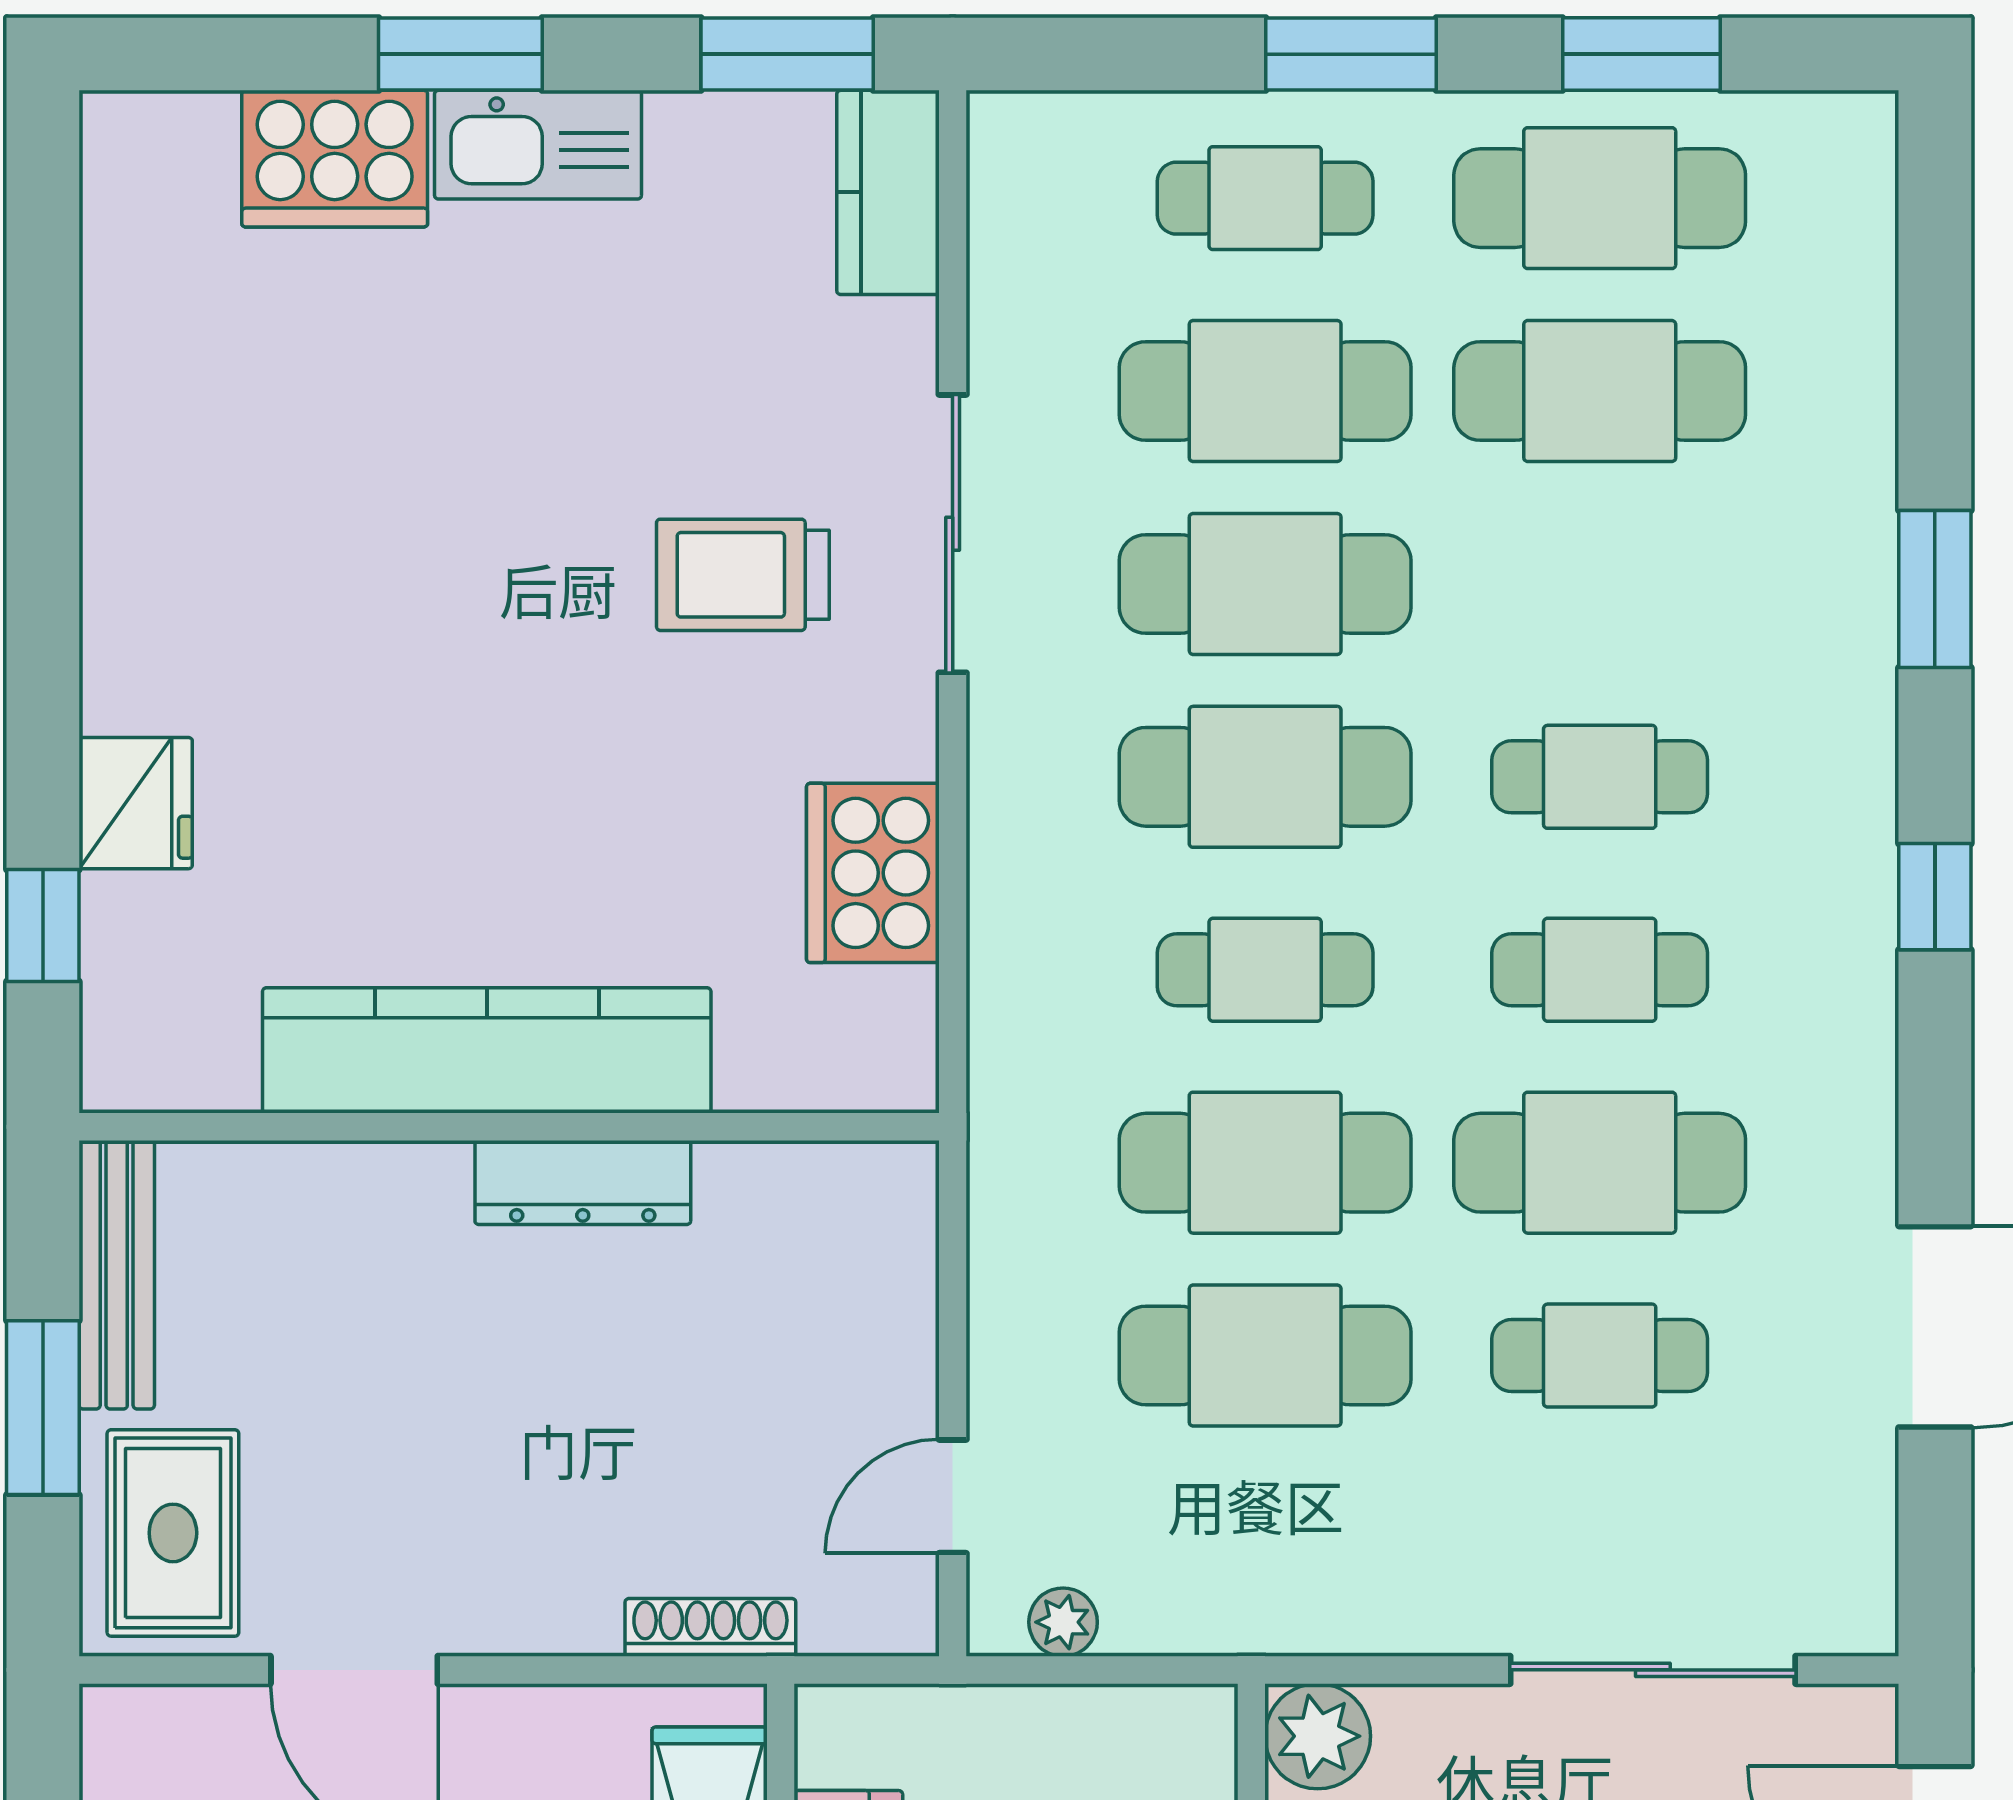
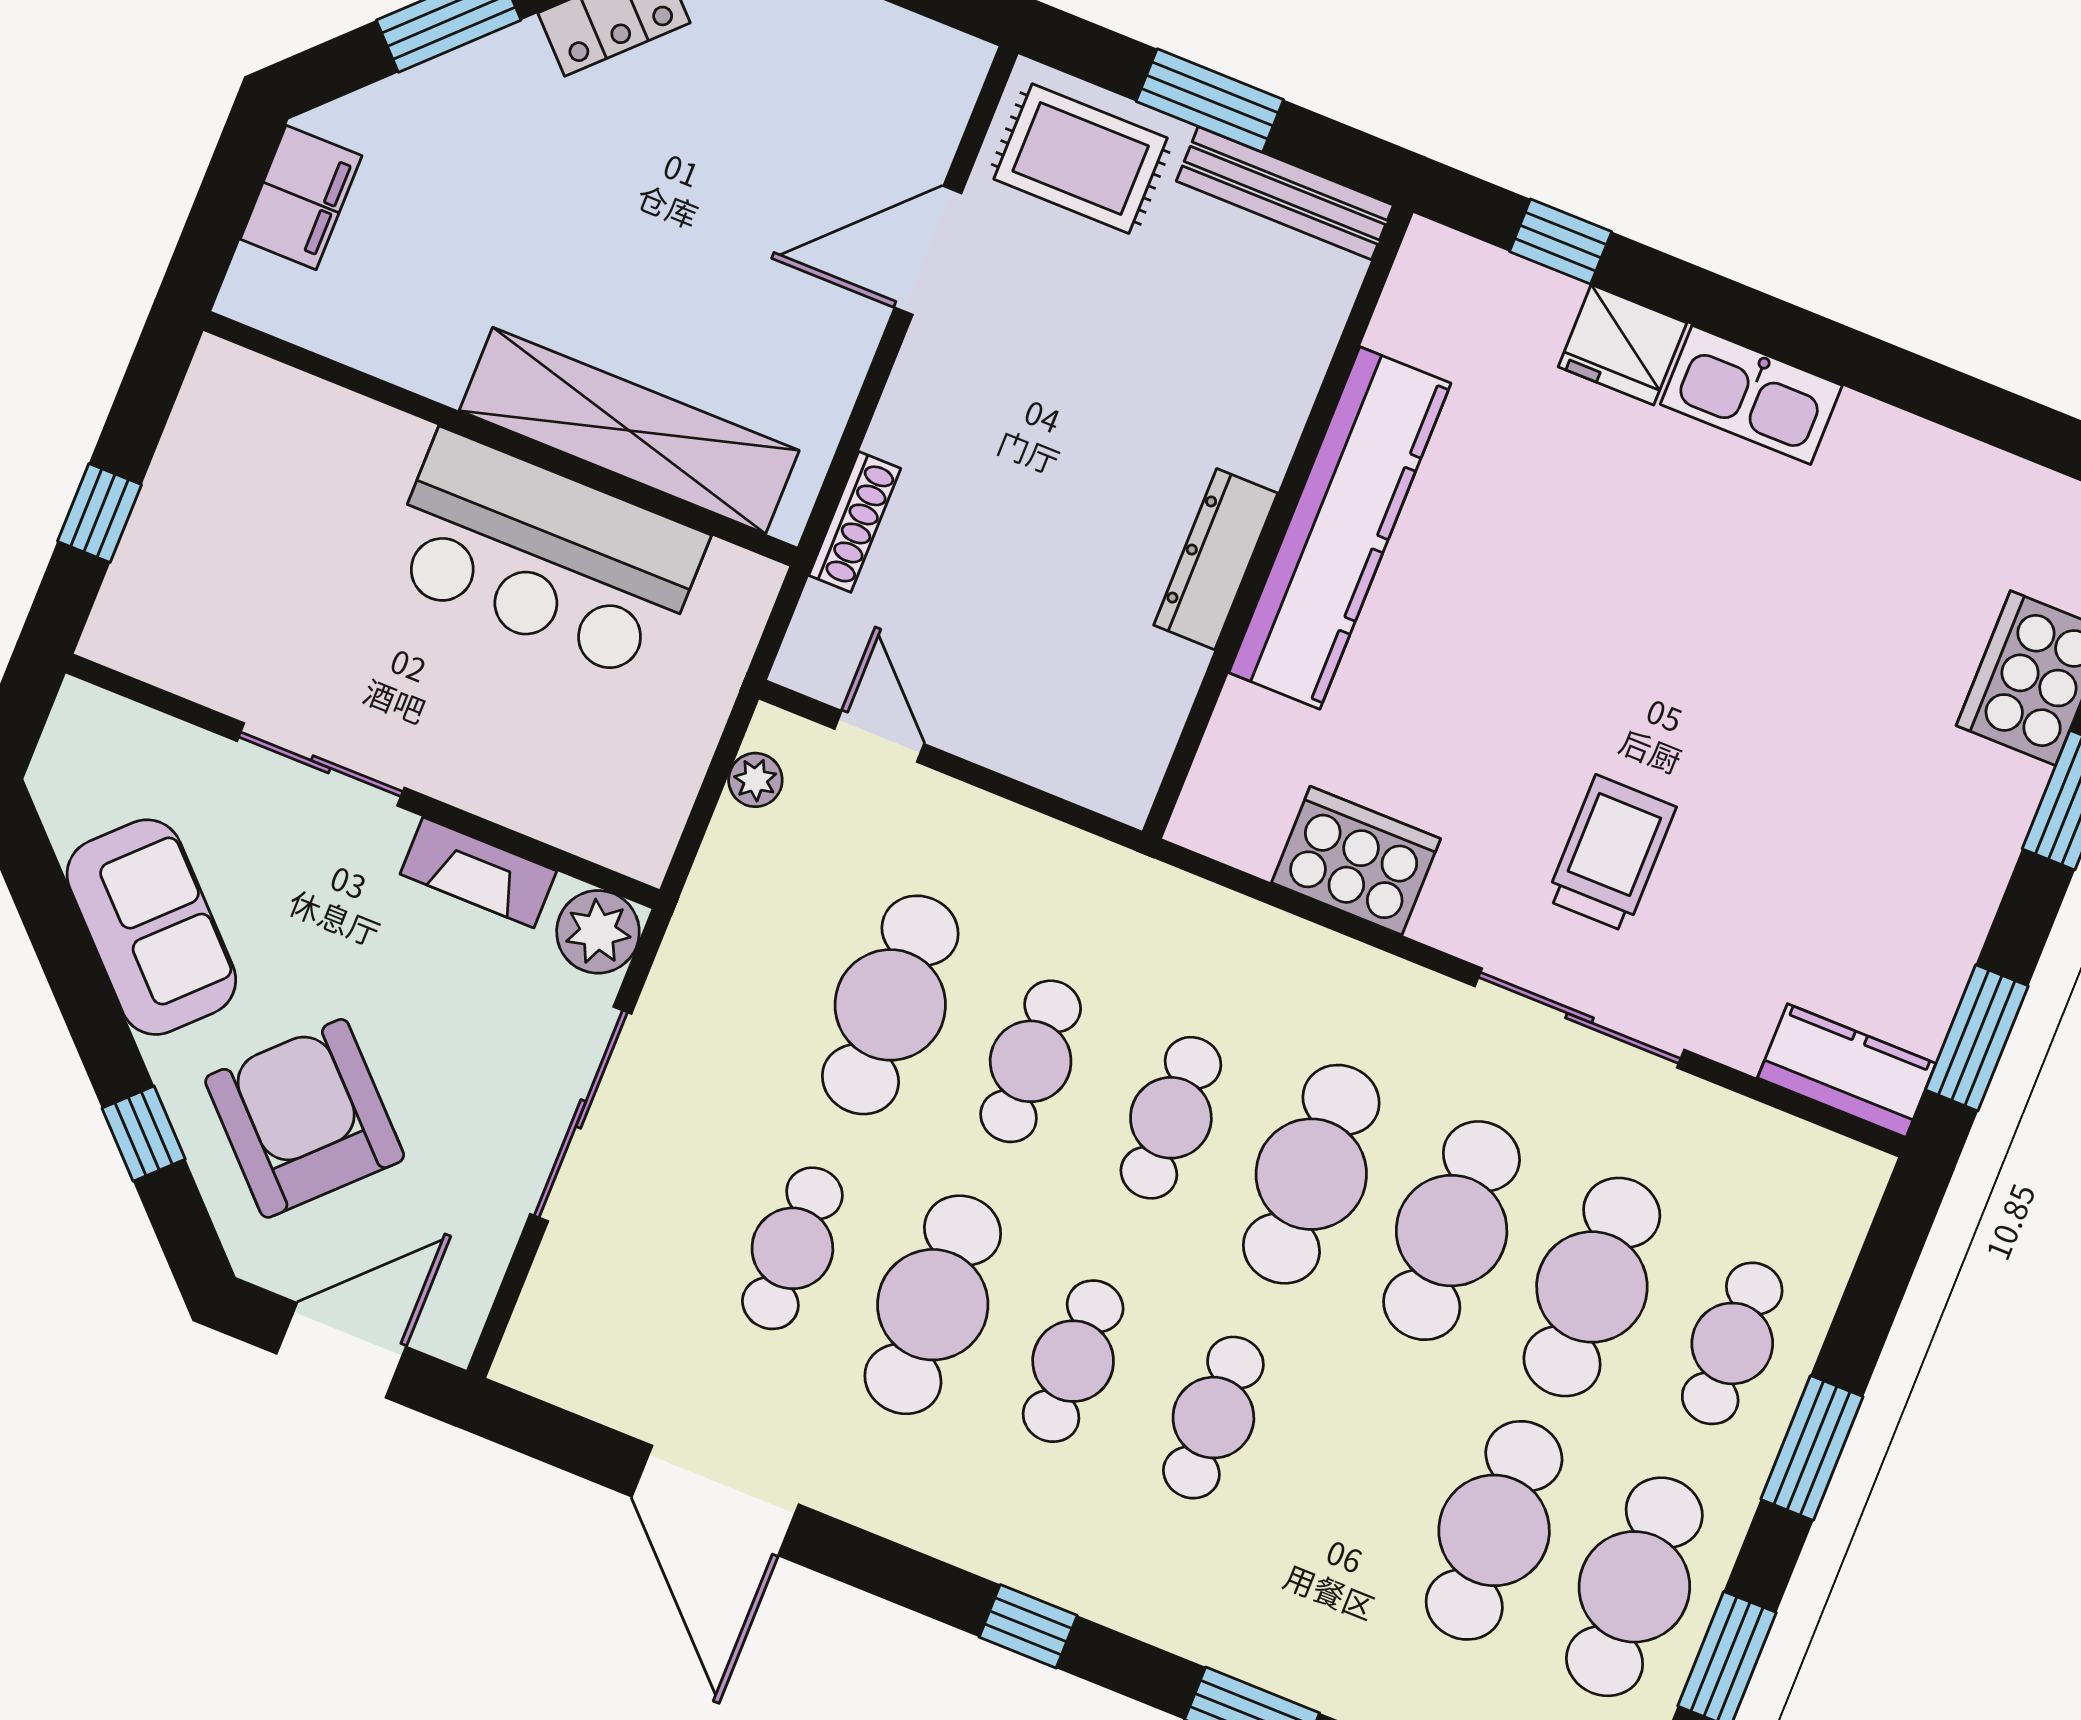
kitchen sink: (538, 145) -> (1751, 395), moved, turned -90
cafe table: (1265, 1163) -> (1031, 1061), width x0.73, depth x0.74
sliding door: (1653, 1670) -> (581, 1114), moved

